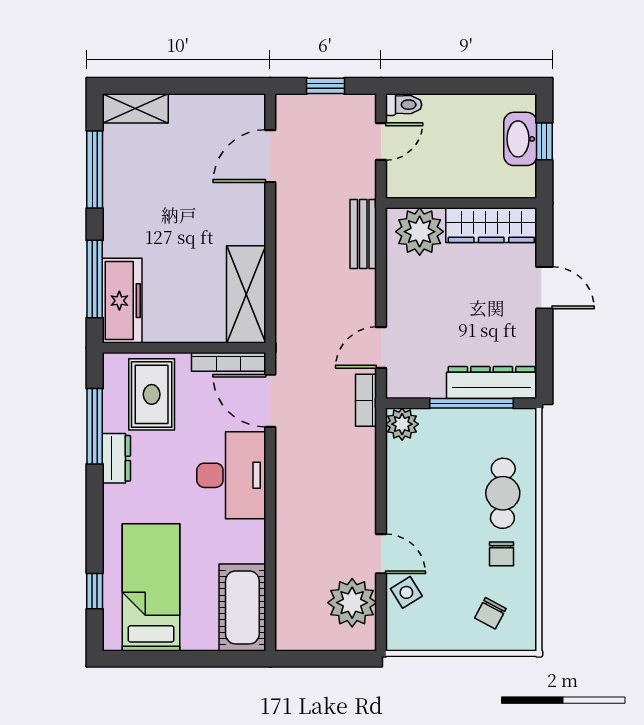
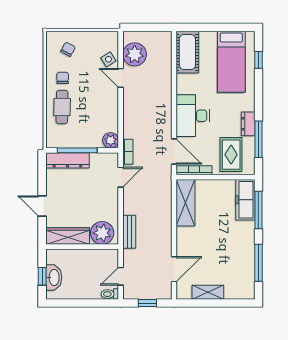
shelving: (135, 108) -> (208, 292), moved

